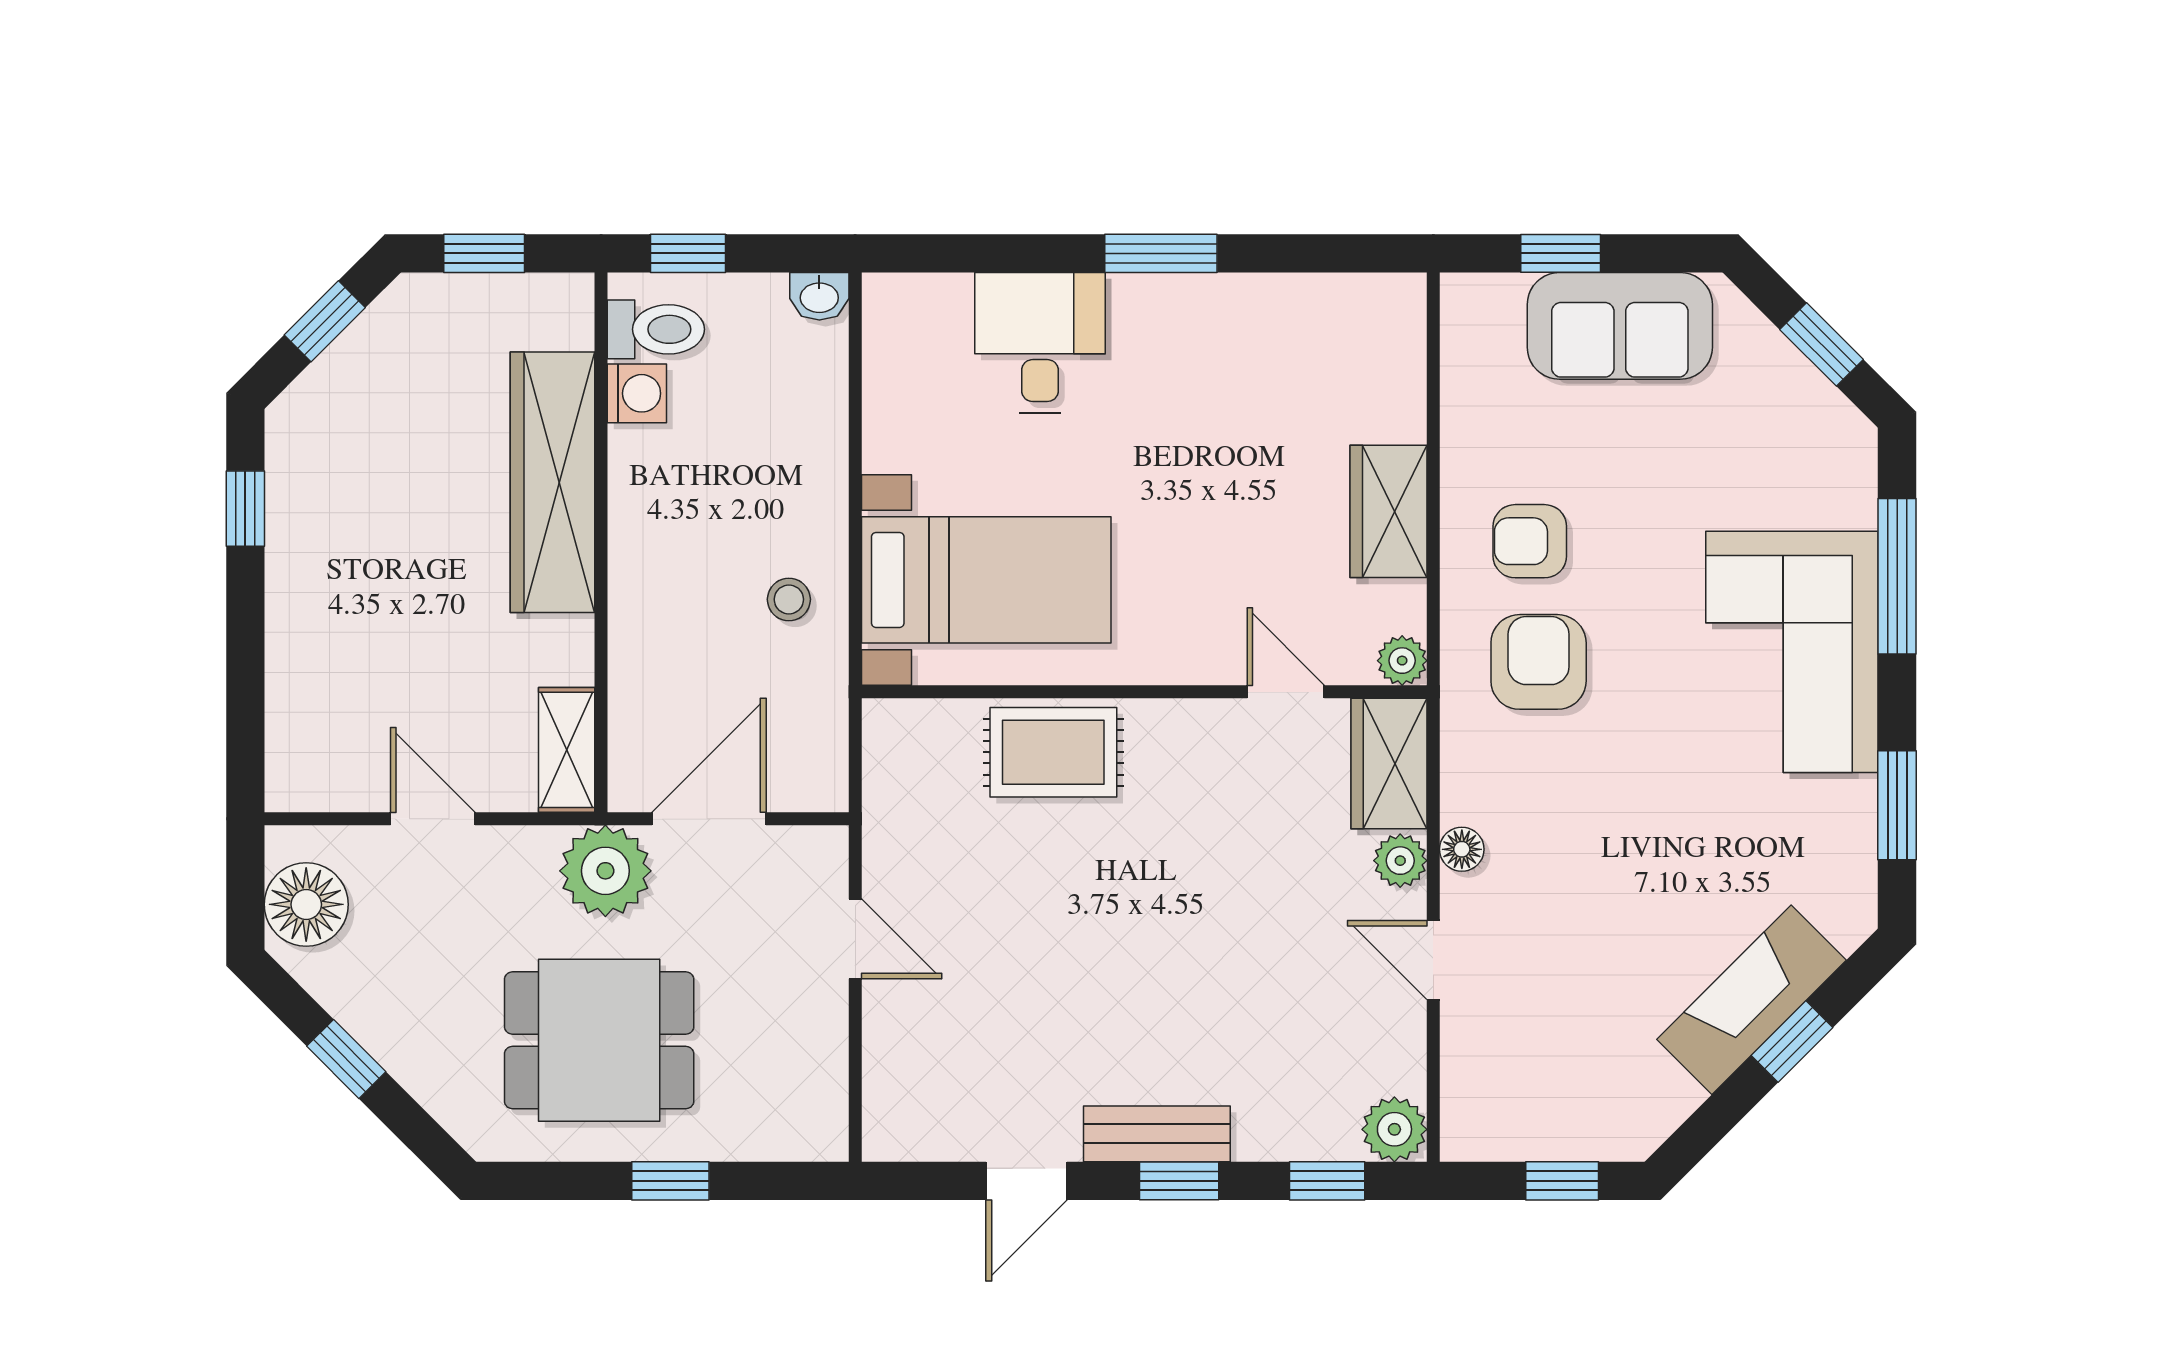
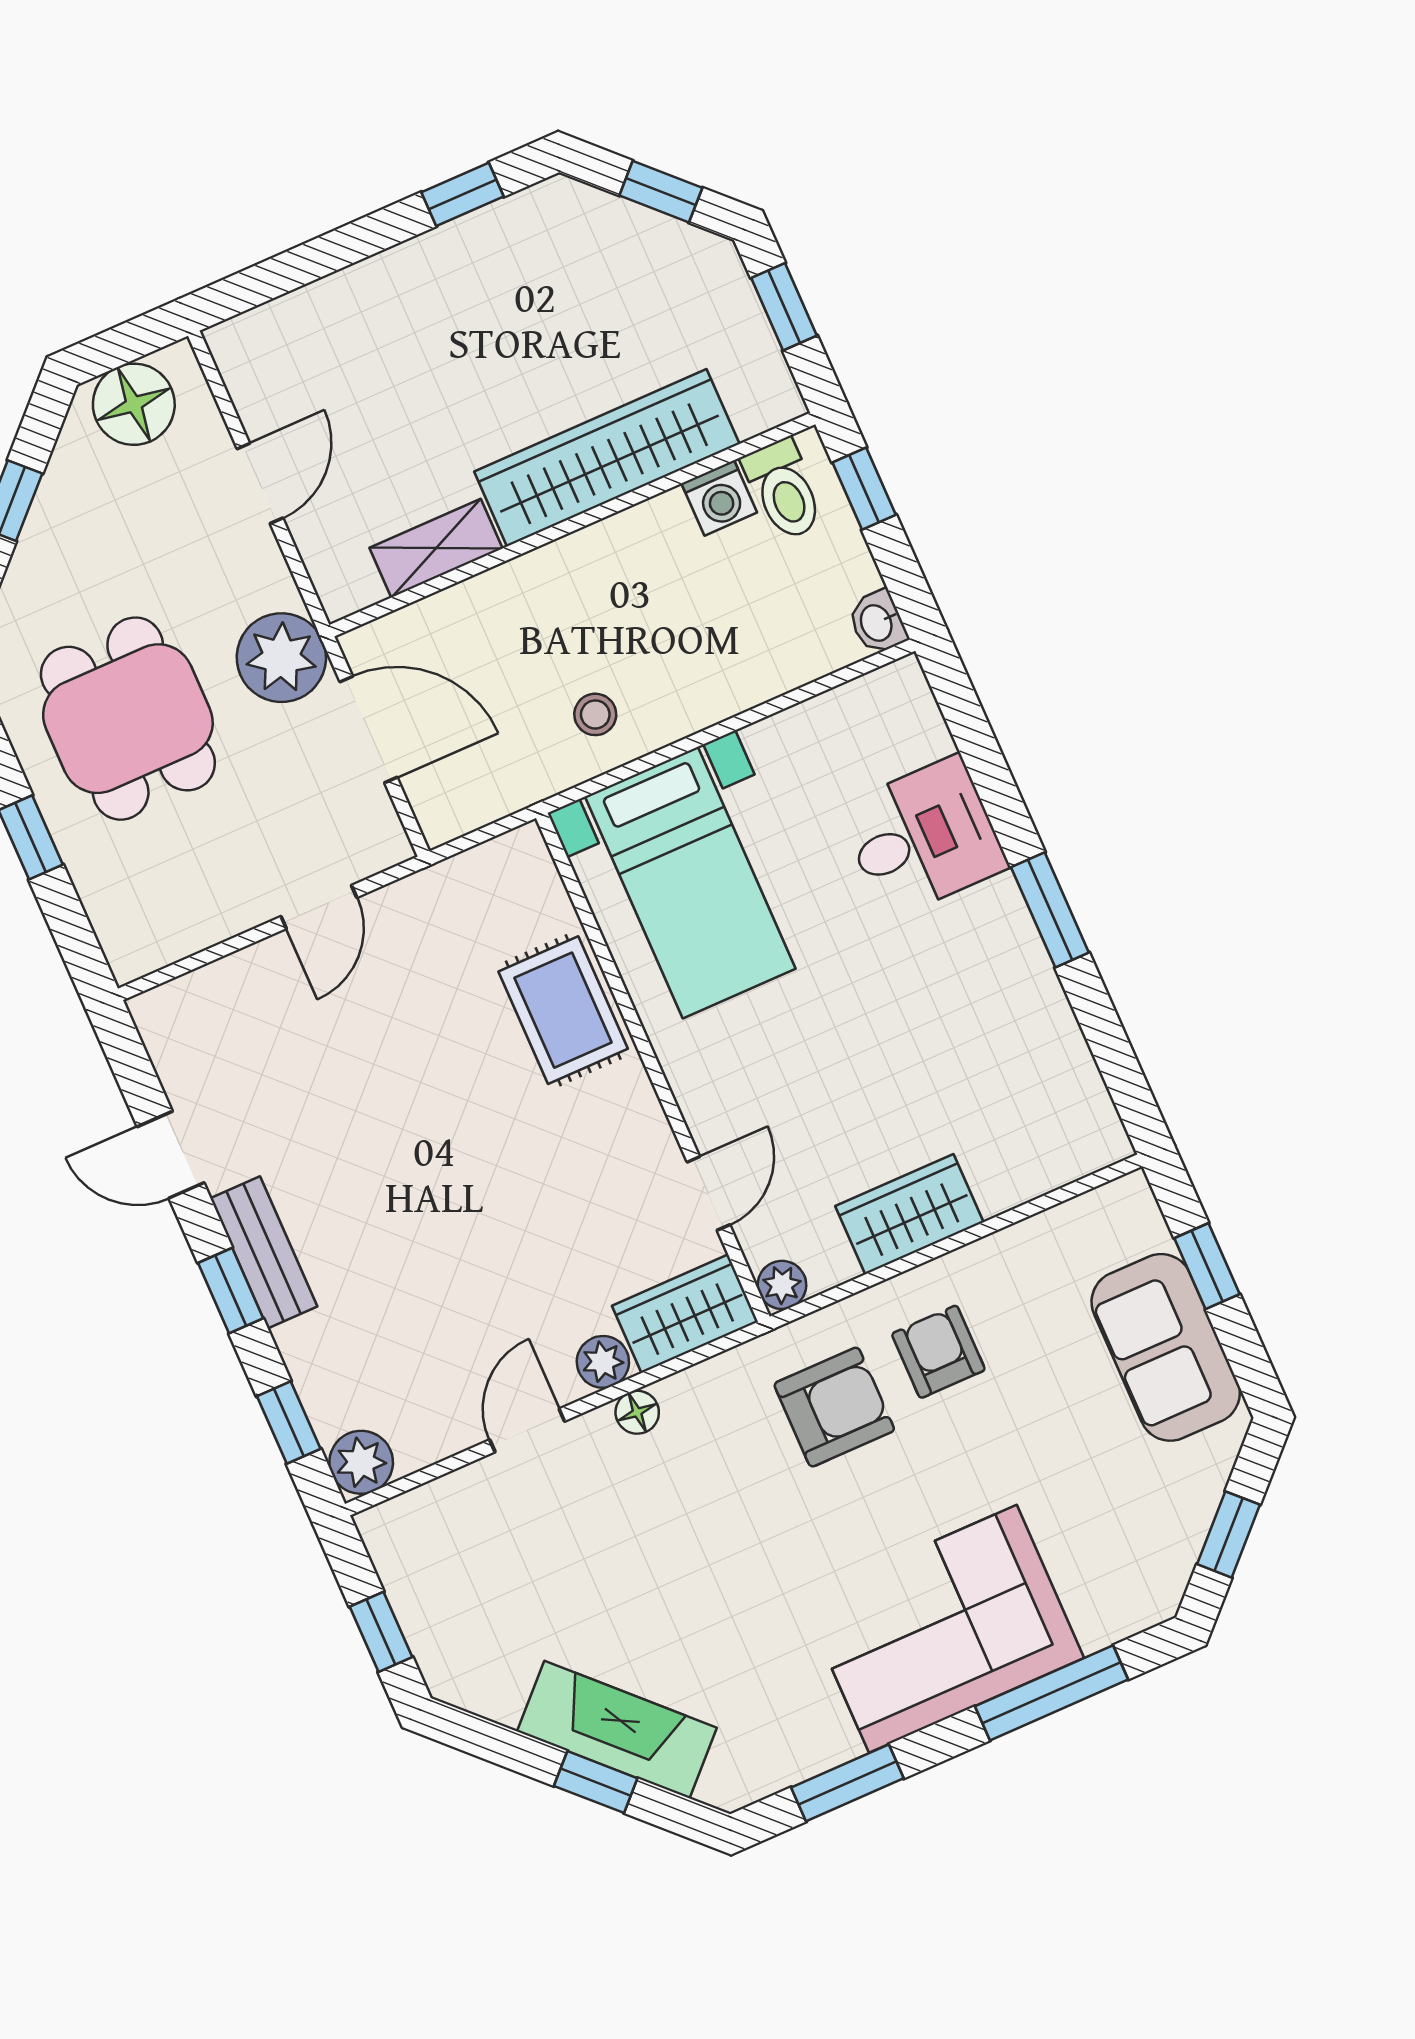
shelving: (567, 750) -> (436, 548), moved

